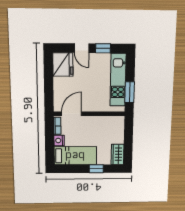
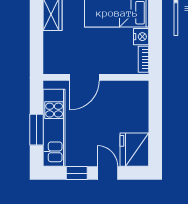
window: (130, 92) -> (37, 130), moved
door: (72, 114) -> (84, 77), moved

